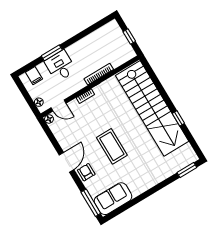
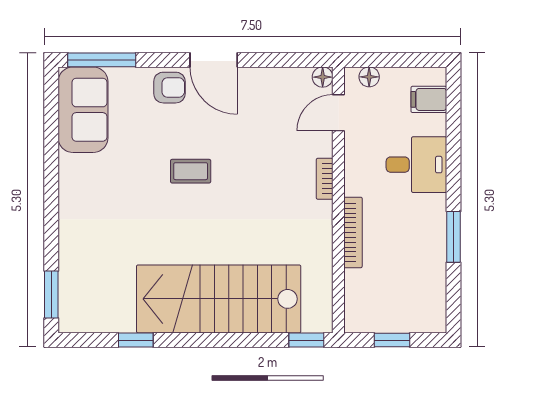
window: (52, 53) -> (454, 237), moved
window: (148, 68) -> (306, 340), added
stairs: (152, 108) -> (219, 299), width x0.73
window: (178, 118) -> (136, 340), moved
coffee table: (112, 146) -> (191, 171), width x0.54, depth x0.58

